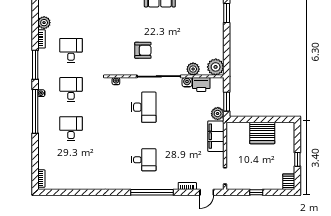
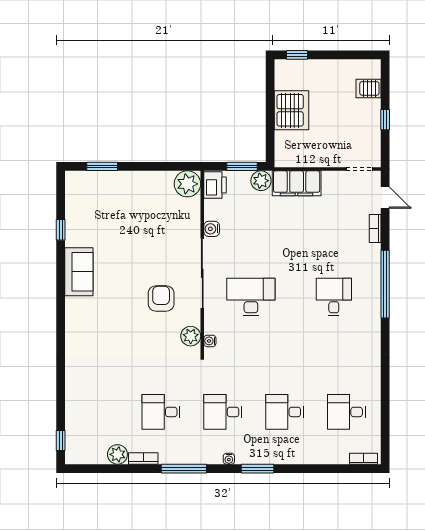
plant: (193, 69) -> (191, 336), moved
printer: (201, 84) -> (215, 185), moved
window: (35, 111) -> (257, 469), width x0.47
window: (297, 159) -> (297, 55), moved
desk: (71, 168) -> (346, 412), added
server rack: (289, 182) -> (368, 88), moved

